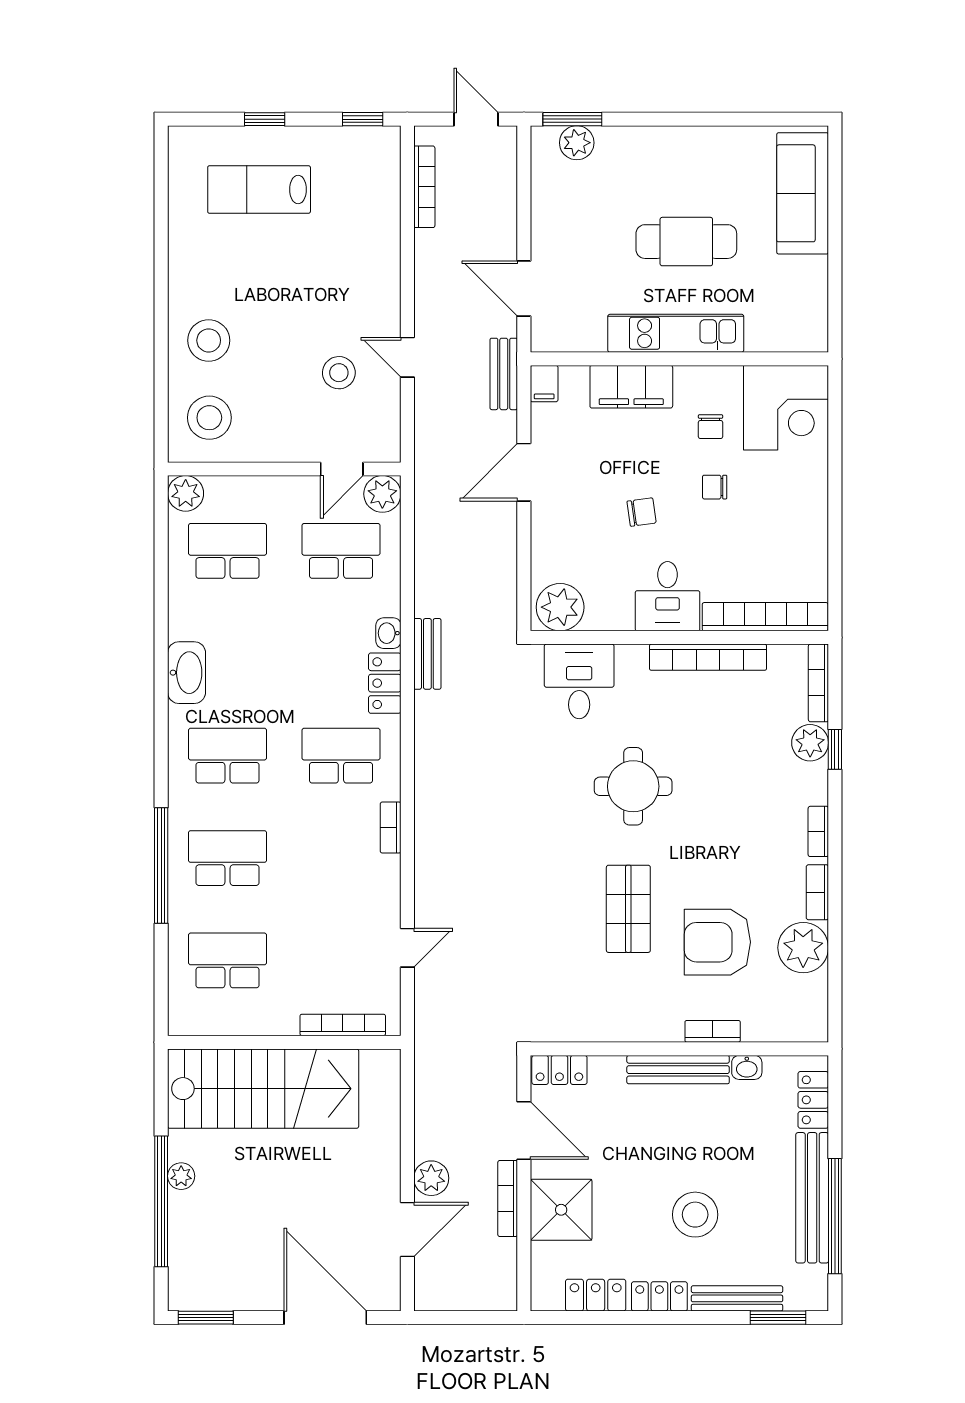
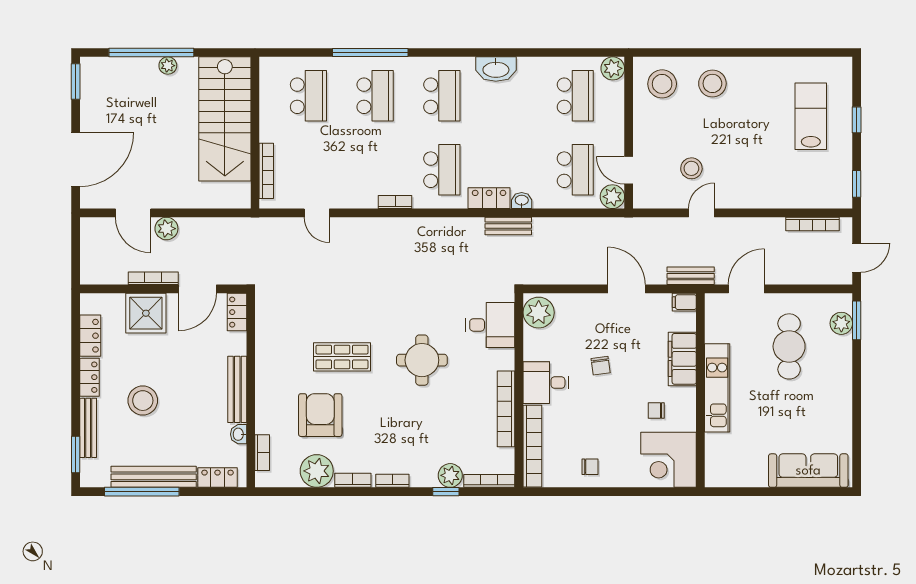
cafe table: (686, 242) -> (789, 346), moved
chair: (715, 487) -> (590, 467), moved, turned 90
bookcase: (713, 1031) -> (262, 453), moved

